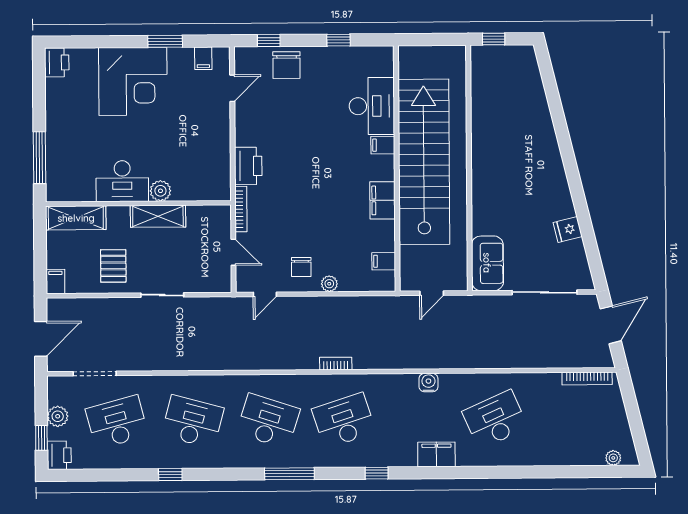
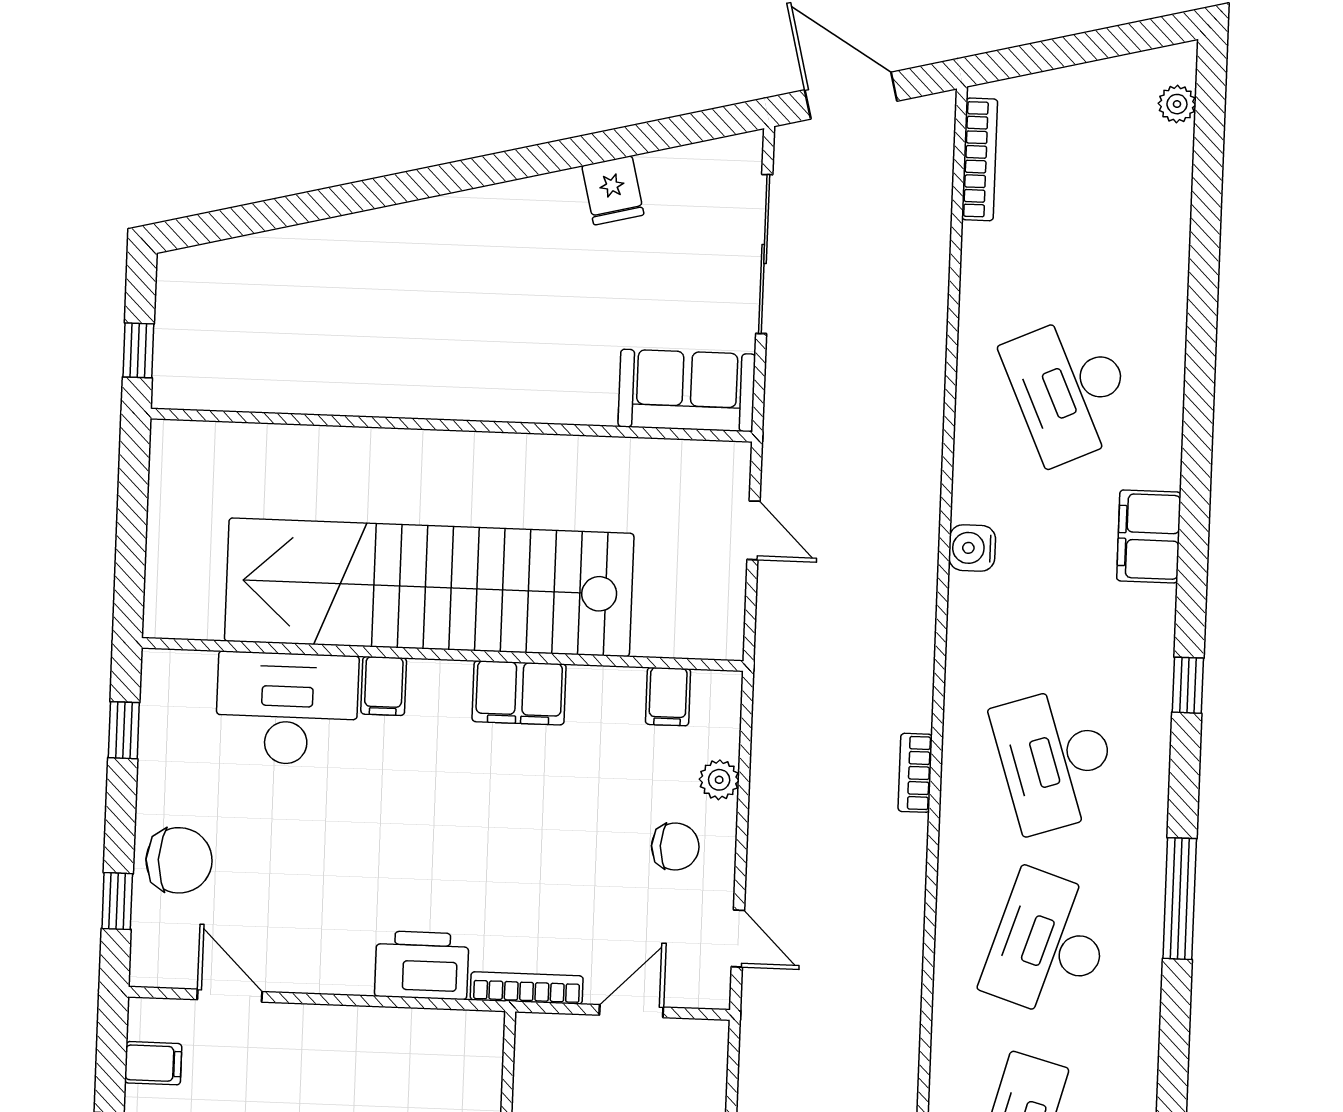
desk: (372, 106) -> (287, 708), moved
filing cabinet: (383, 145) -> (384, 686), moved
stairs: (424, 162) -> (429, 587), moved
wall: (397, 168) -> (443, 654), moved
filing cabinet: (383, 200) -> (519, 693), moved
filing cabinet: (384, 261) -> (668, 697), moved

